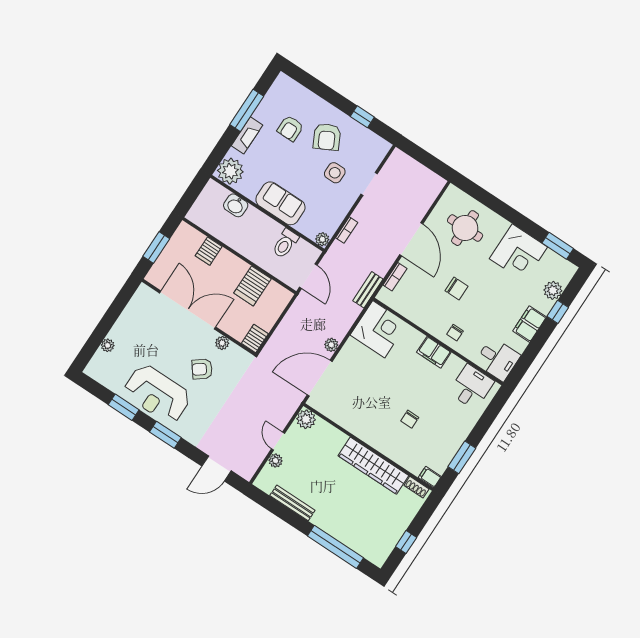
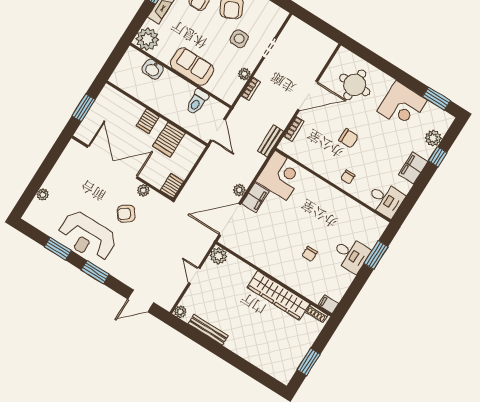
plant: (322, 239) -> (244, 74), moved
door: (411, 239) -> (308, 96), hinge flipped
server rack: (209, 251) -> (148, 121), moved
filing cabinet: (434, 352) -> (255, 197), moved, turned -90
desk: (471, 387) -> (351, 254), moved, turned 90
window: (462, 457) -> (376, 255), moved
plant: (276, 461) -> (180, 312), moved
window: (406, 542) -> (309, 362), width x1.50
window: (335, 547) -> (247, 368), removed

